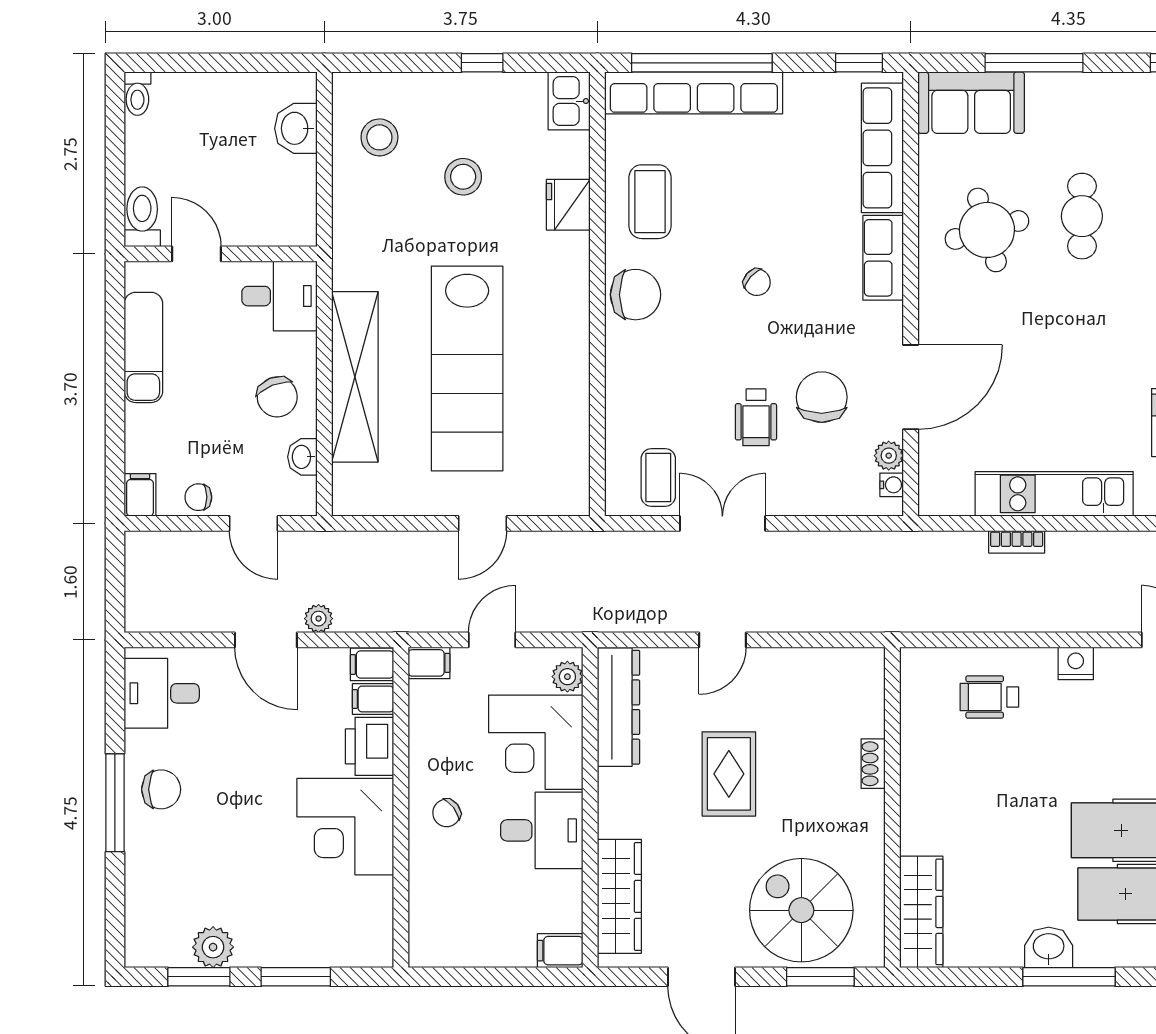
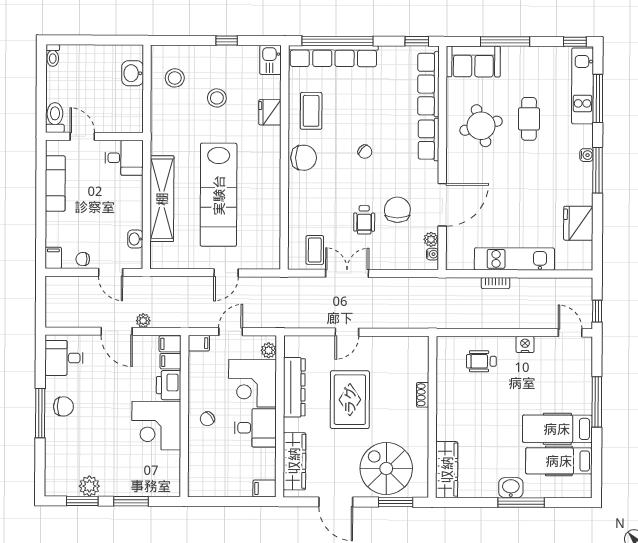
chair: (277, 397) -> (123, 209), removed
dresser: (619, 707) -> (294, 387), moved
rug: (729, 774) -> (350, 400), width x1.36, depth x1.43

